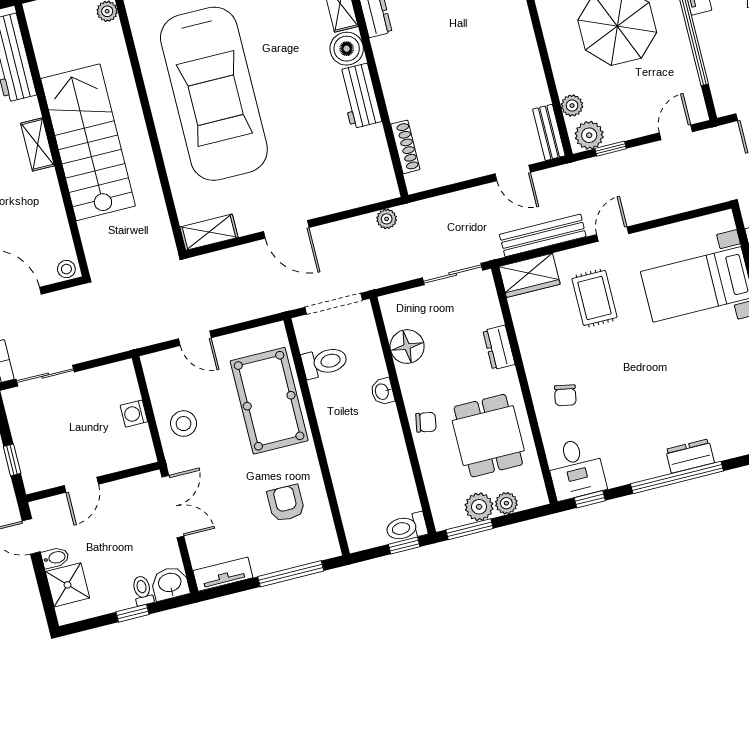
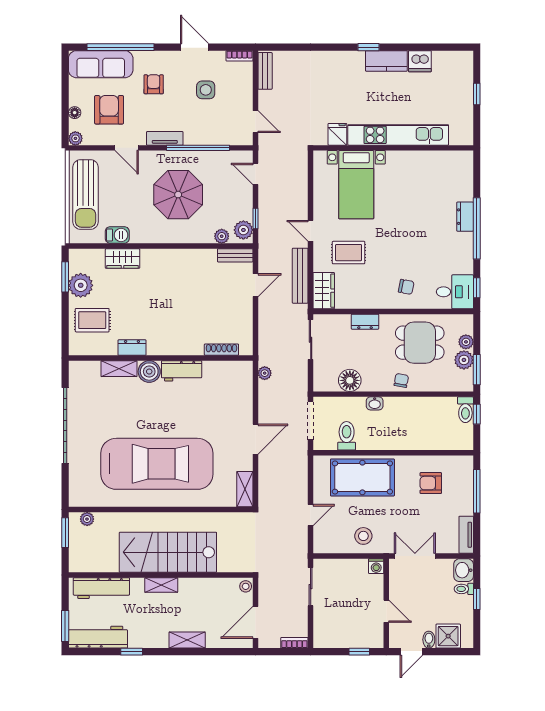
sliding door: (45, 376) -> (311, 587), moved
washing machine: (134, 414) -> (376, 566), moved

